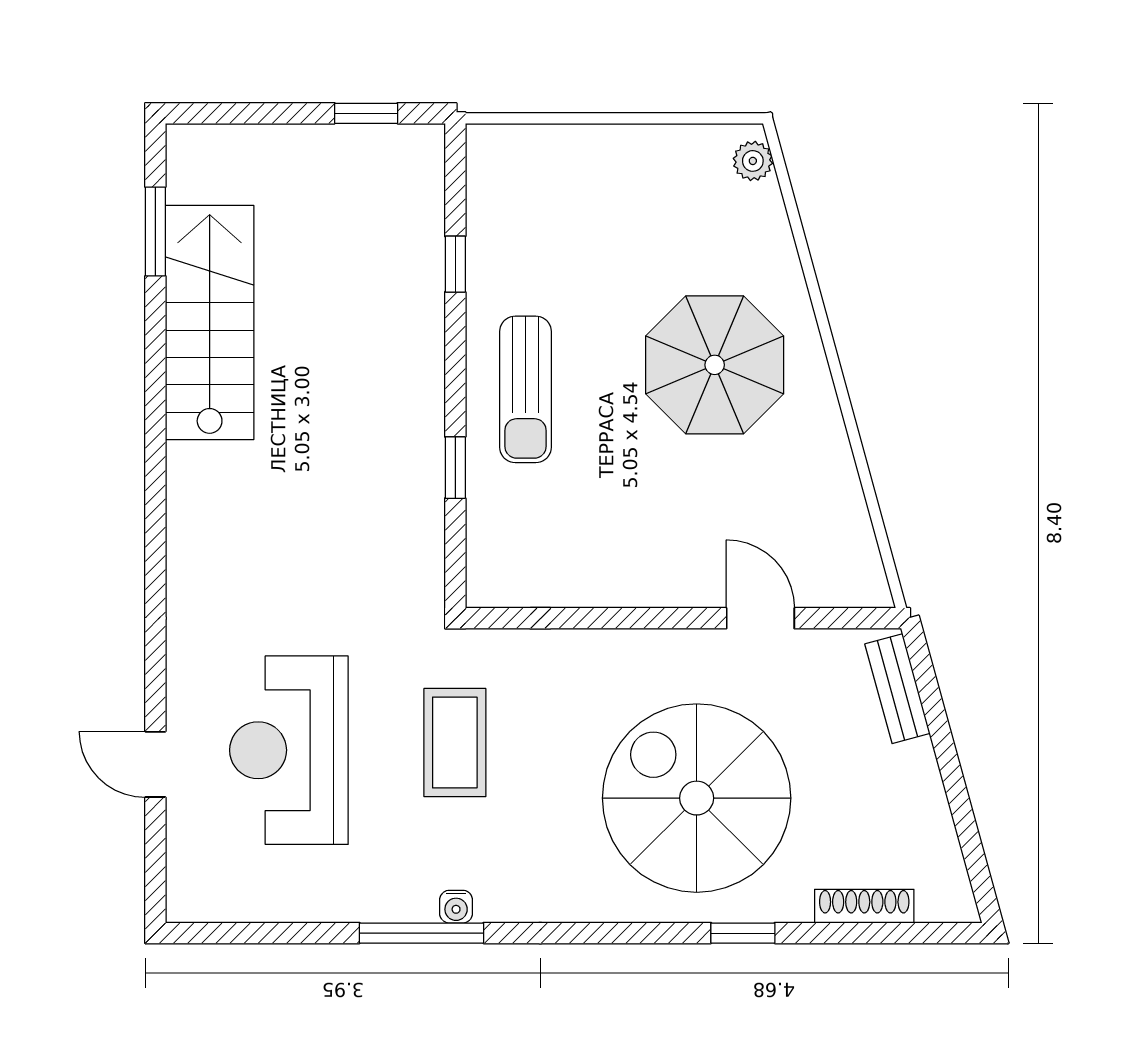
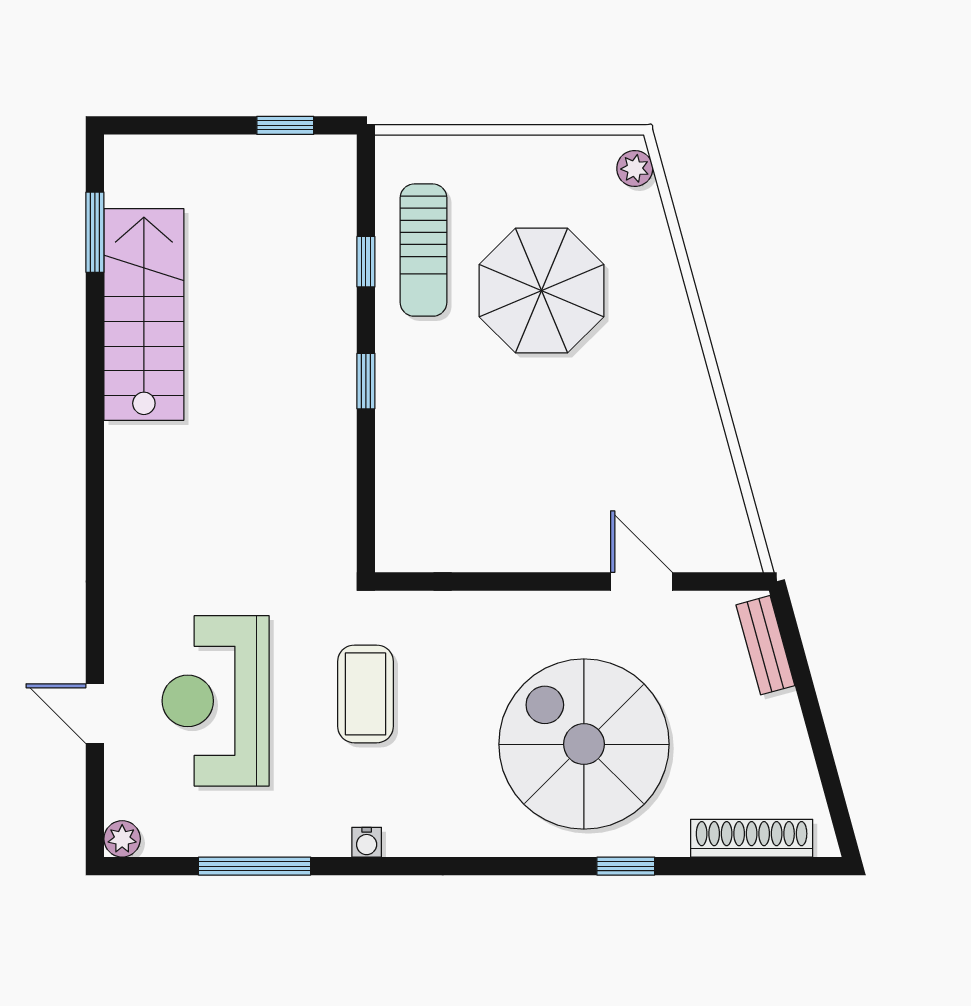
parasol: (715, 365) -> (541, 291), moved
sun lounger: (525, 389) -> (424, 250), moved
window: (455, 468) -> (366, 381), moved
plant: (185, 903) -> (122, 839), added
shoe rack: (864, 906) -> (752, 838), width x1.36, depth x1.24
window: (421, 933) -> (255, 866), moved

